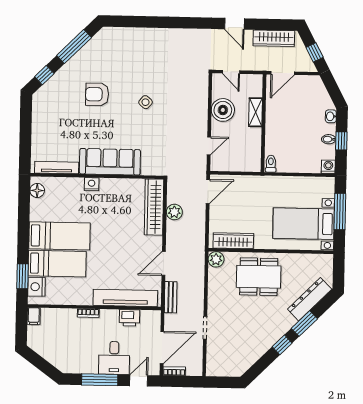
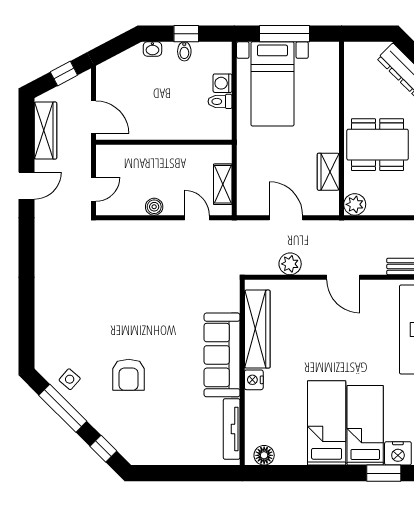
side table: (146, 102) -> (70, 379), moved
boiler: (223, 110) -> (154, 207), width x0.54, depth x0.54
shelving: (256, 112) -> (223, 184), moved, turned 90
toilet: (271, 164) -> (220, 101), moved
washing machine: (328, 167) -> (223, 83), moved
door: (208, 191) -> (286, 218), moved
wardrobe: (154, 207) -> (257, 329), moved, turned -90
bed with nightstands: (303, 224) -> (272, 84), moved
wardrobe: (233, 241) -> (328, 172), width x0.67
door: (164, 263) -> (343, 277), moved
dining table: (259, 277) -> (378, 145), turned 90

